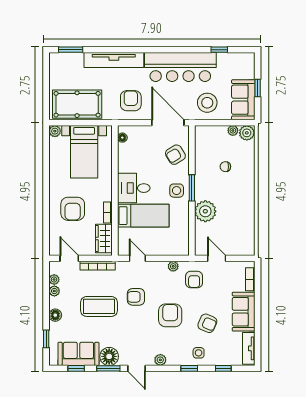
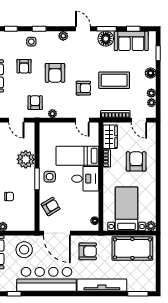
armchair: (131, 101) -> (88, 251), turned -90
armchair: (207, 323) -> (24, 66), turned -113

